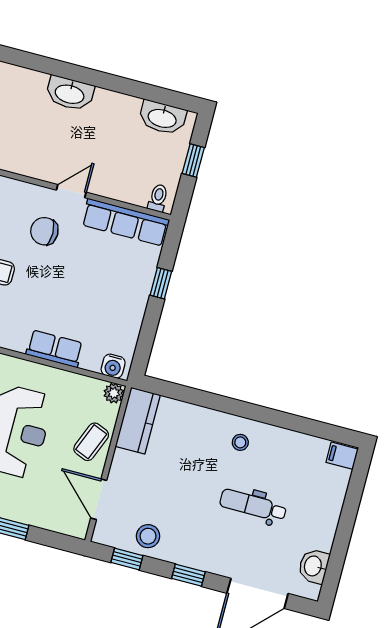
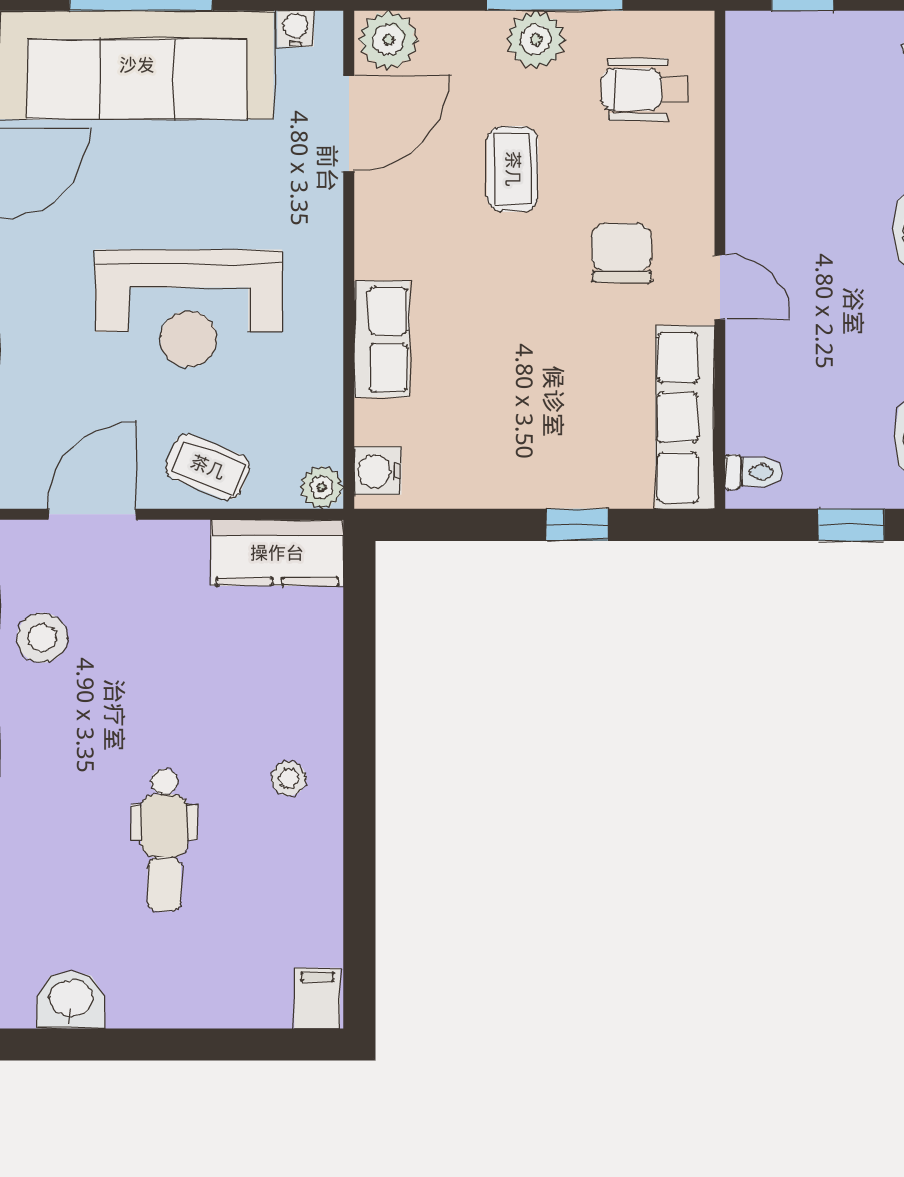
dental chair: (253, 505) -> (164, 840), turned 180

